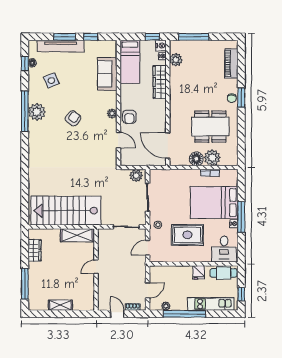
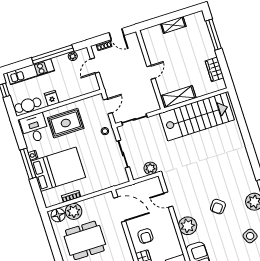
plant: (112, 113) -> (188, 226), width x1.87, depth x1.87
armchair: (129, 117) -> (145, 236), moved, turned 180
floor lamp: (196, 159) -> (58, 215), moved
plant: (136, 175) -> (150, 168), moved
rug: (187, 235) -> (66, 123), moved

